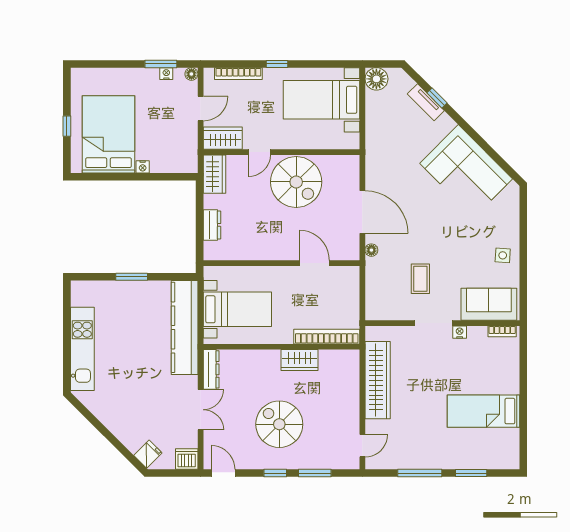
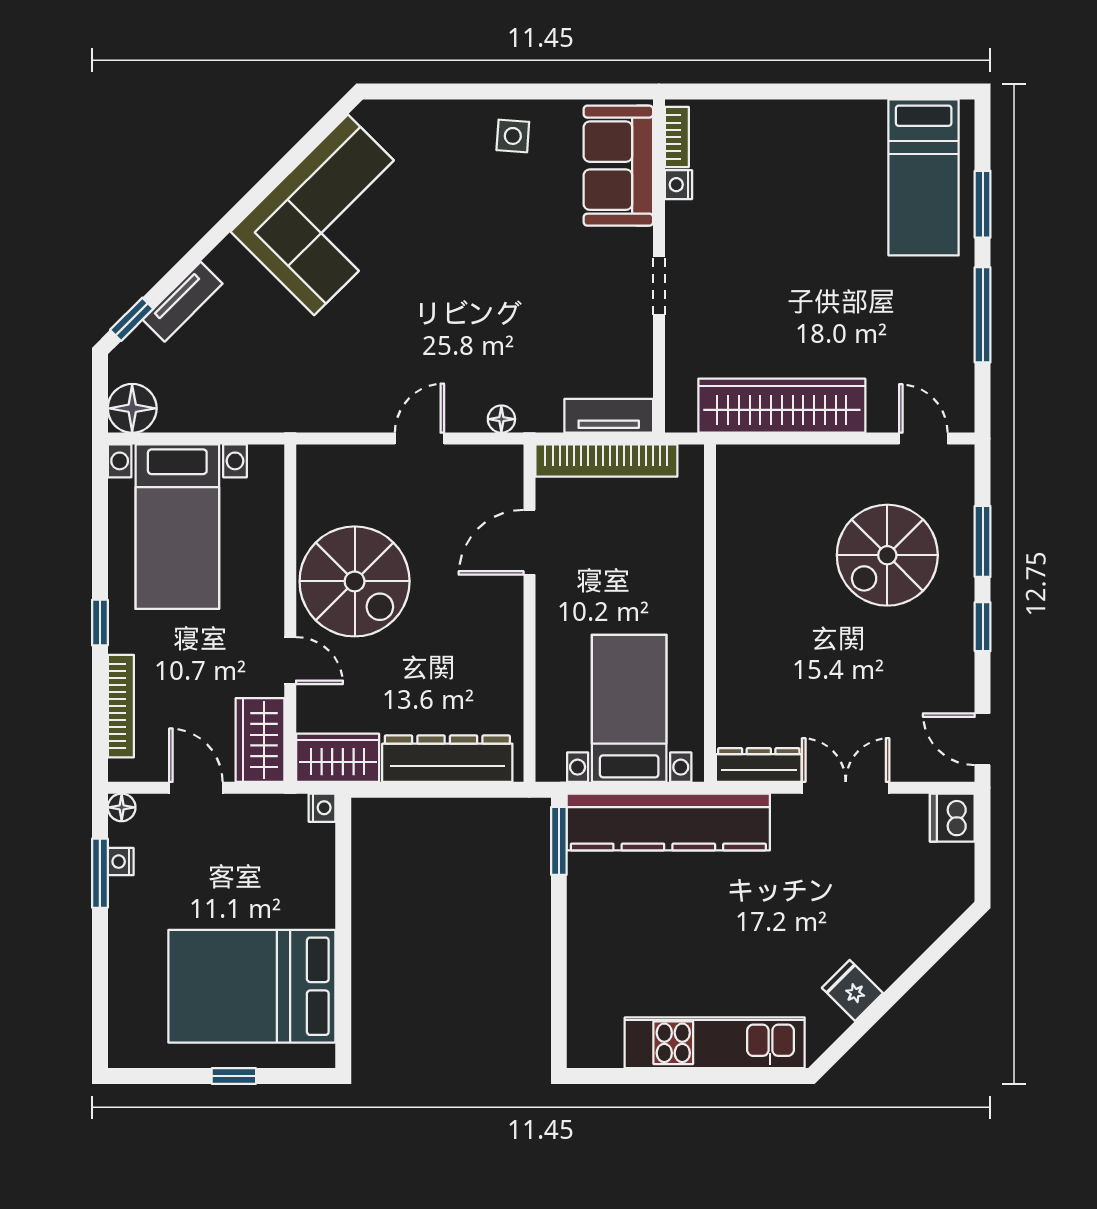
window: (437, 98) -> (132, 319), moved
nightstand: (143, 167) -> (322, 808), moved
spiral stairs: (296, 182) -> (355, 581), turned 90
door: (362, 212) -> (419, 439), width x0.53
dresser: (212, 225) -> (447, 759), width x1.96, depth x1.24
window: (132, 277) -> (559, 841), moved
coffee table: (420, 279) -> (563, 314), removed
tv unit: (373, 300) -> (609, 416), added
doorway: (433, 323) -> (659, 286), width x0.73
nightstand: (460, 332) -> (678, 185), moved
bookcase: (327, 337) -> (606, 461), moved, turned -90
wardrobe: (300, 360) -> (739, 574), removed
bed: (483, 411) -> (924, 177), moved
spiral stairs: (279, 424) -> (887, 555), moved
fridge: (148, 454) -> (852, 990), moved
door: (223, 473) -> (983, 739), hinge flipped

